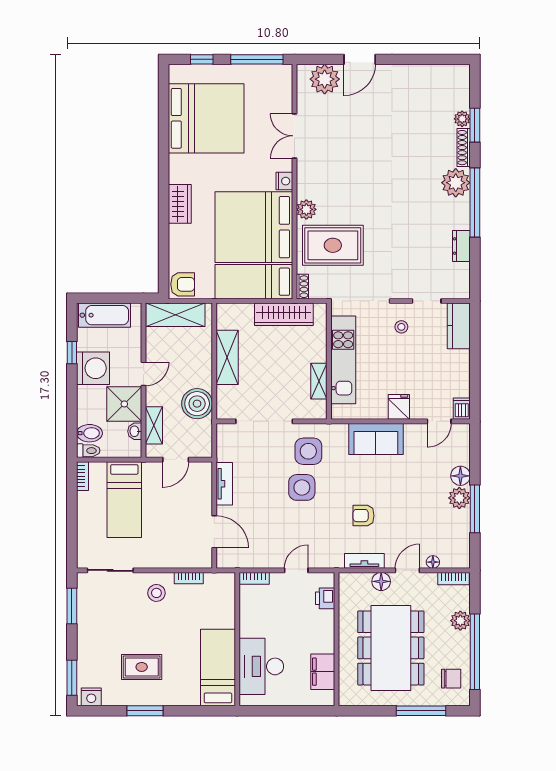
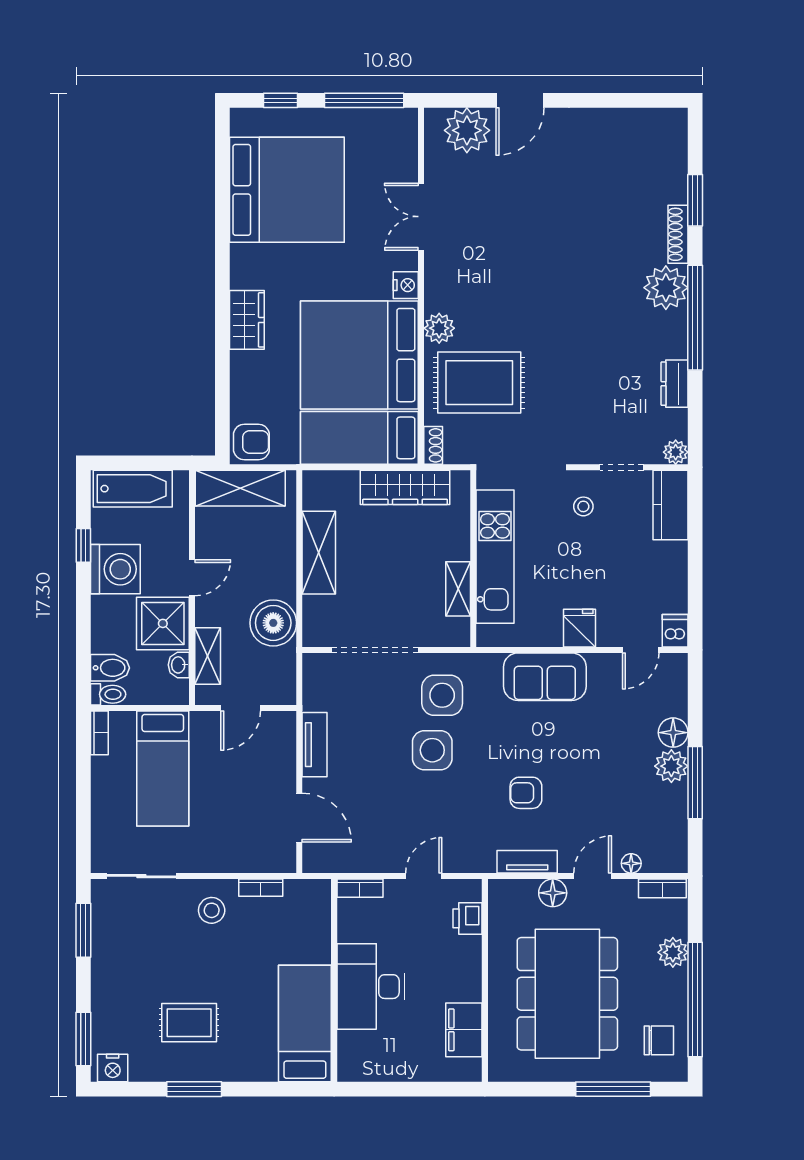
plant: (462, 119) -> (676, 452), moved
desk: (261, 666) -> (371, 987), moved

